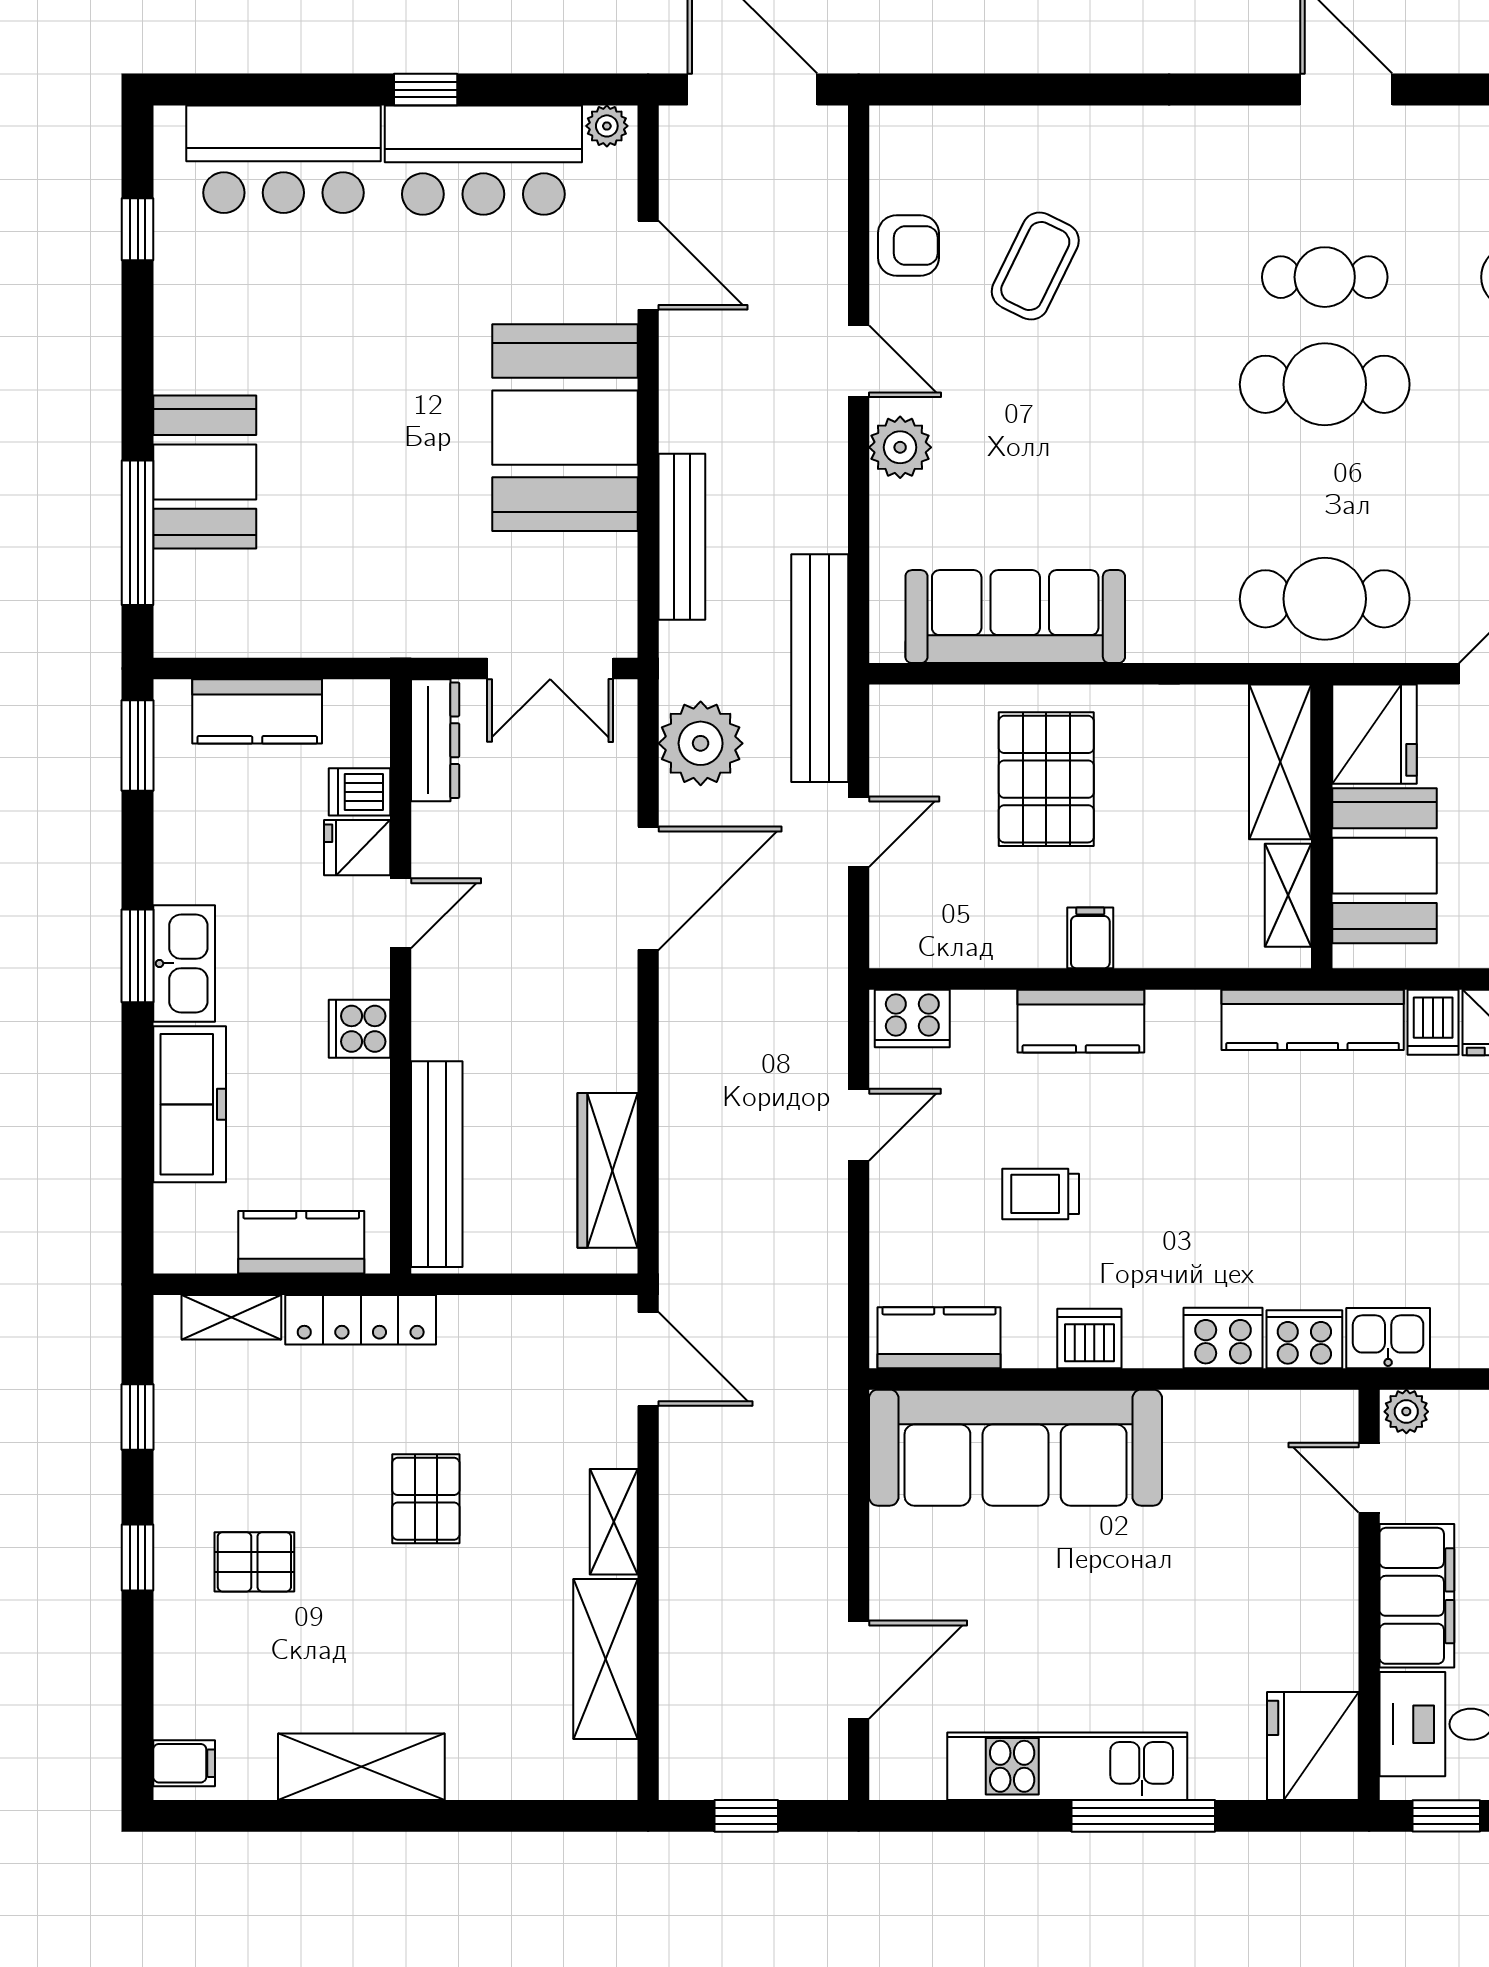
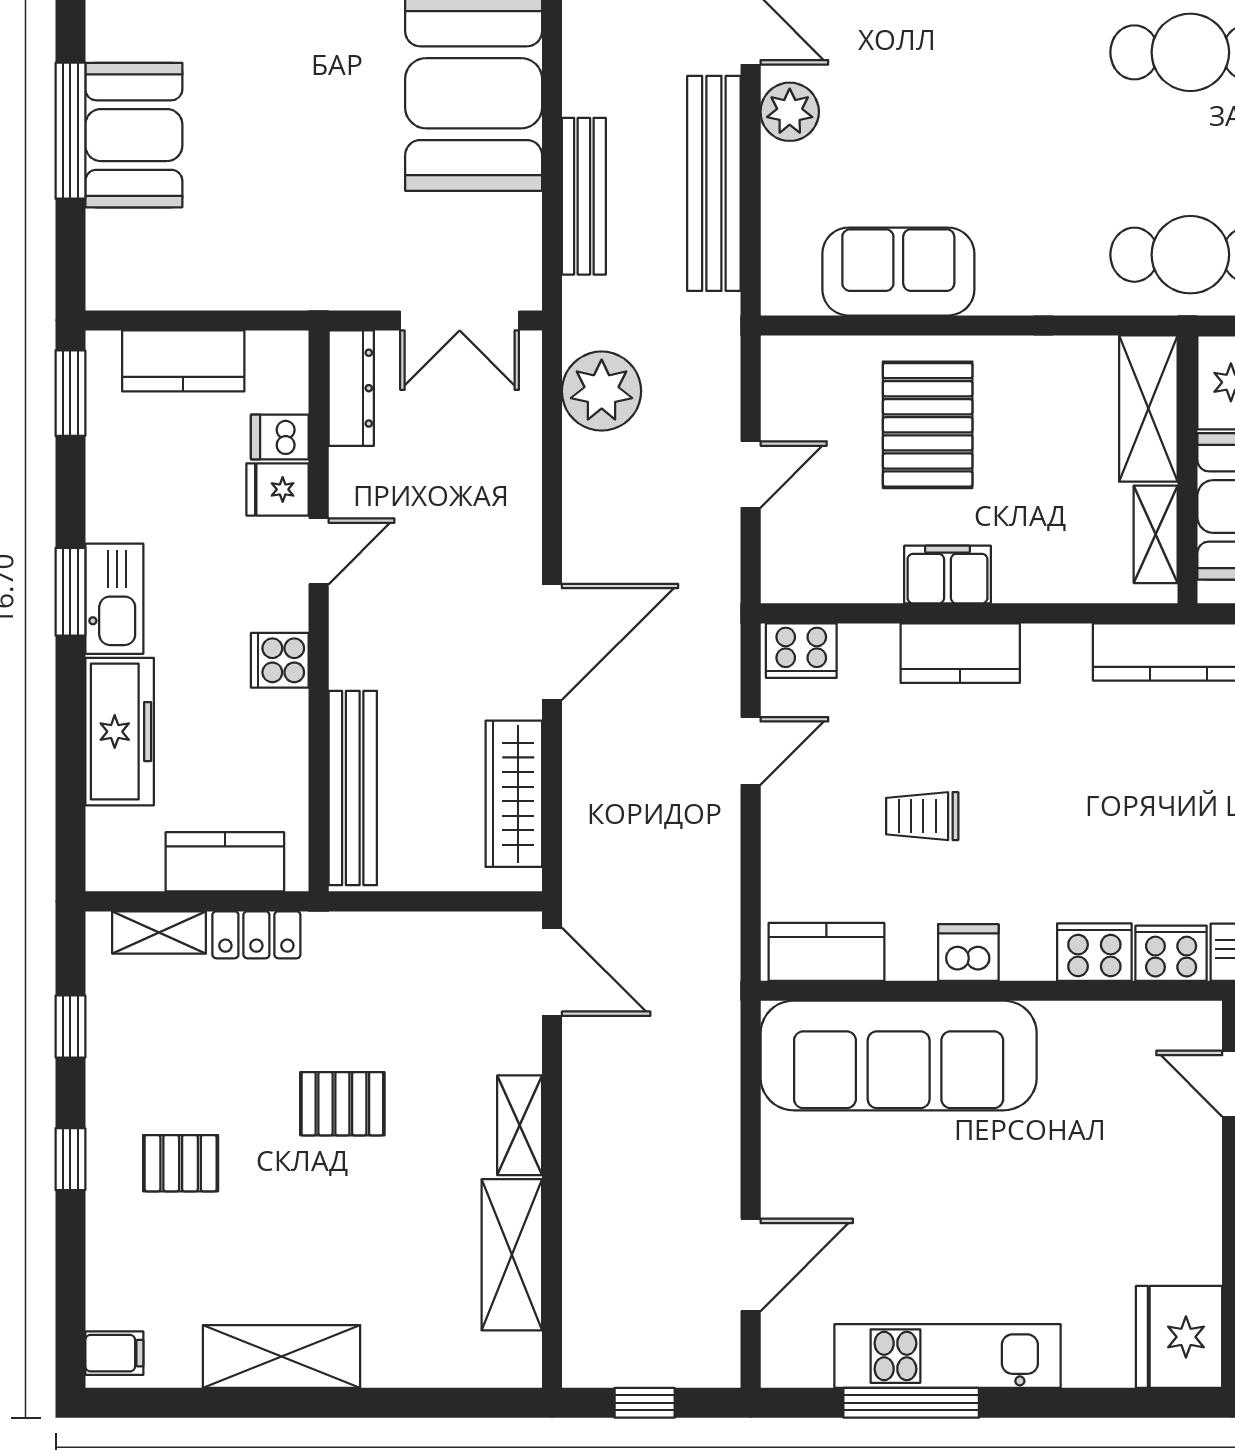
window: (138, 533) -> (70, 131), moved
sofa: (1015, 617) -> (898, 272), width x0.73
bench: (820, 668) -> (714, 183), moved
door: (648, 888) -> (552, 642), moved
filing cabinet: (1090, 938) -> (947, 575), width x2.00
locker: (361, 1320) -> (256, 935), width x0.66
pallet: (426, 1499) -> (342, 1104), turned 90
window: (1143, 1816) -> (911, 1403), moved

